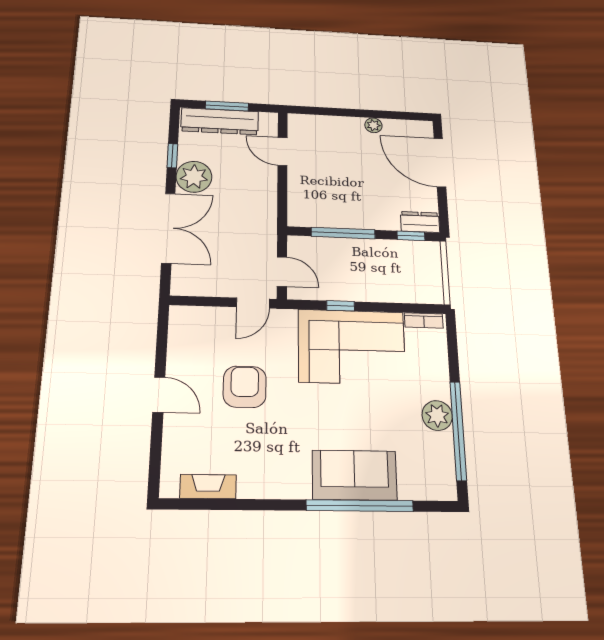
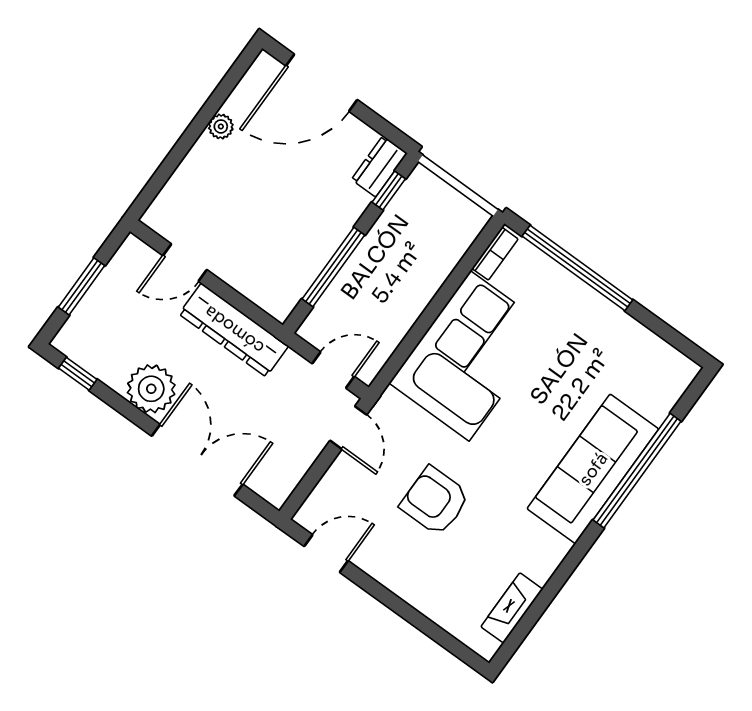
dresser: (220, 121) -> (234, 330), moved, turned 90
window: (172, 156) -> (78, 374), moved
window: (341, 306) -> (416, 334), removed
door: (159, 395) -> (326, 554), moved
plant: (437, 416) -> (605, 320), removed
window: (458, 431) -> (577, 268), moved
sofa: (354, 475) -> (593, 469), width x1.36

